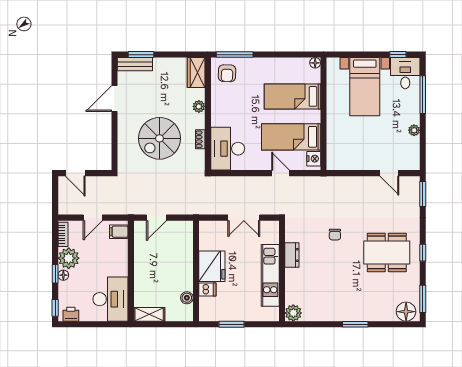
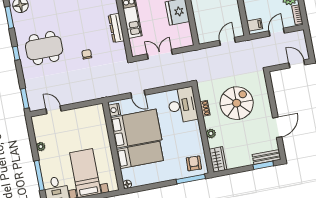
bed: (291, 137) -> (136, 129), width x1.50
dresser: (292, 255) -> (116, 28), width x1.44

